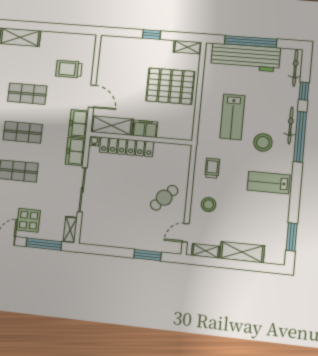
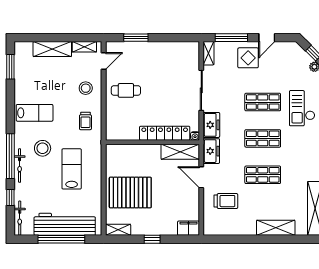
filing cabinet: (145, 129) -> (188, 228), moved, turned 180
cafe table: (164, 198) -> (126, 90), turned 46

